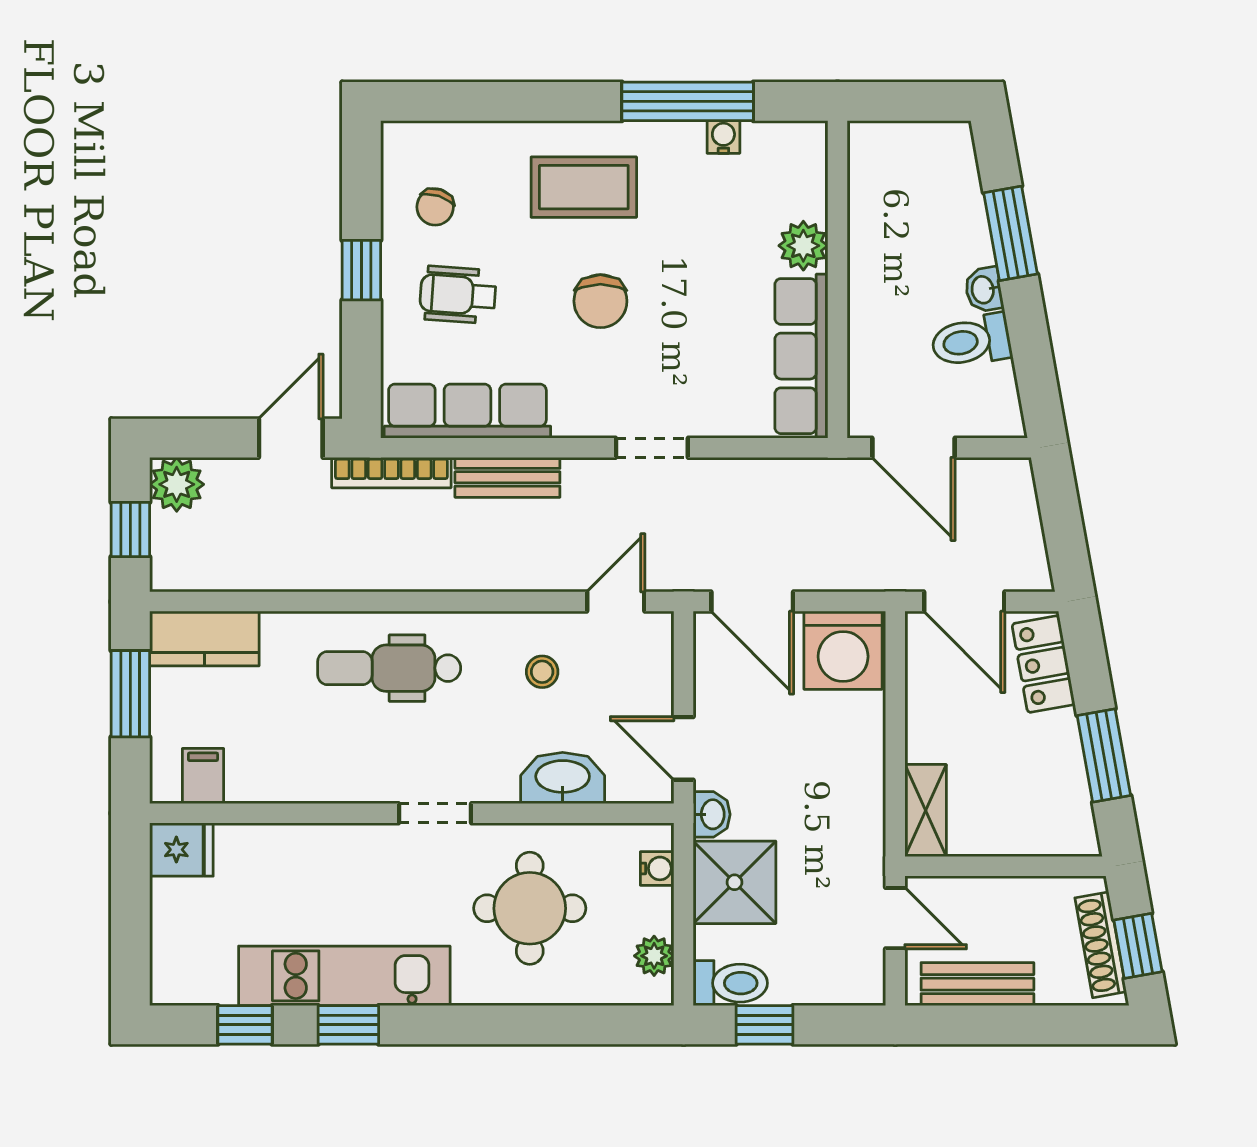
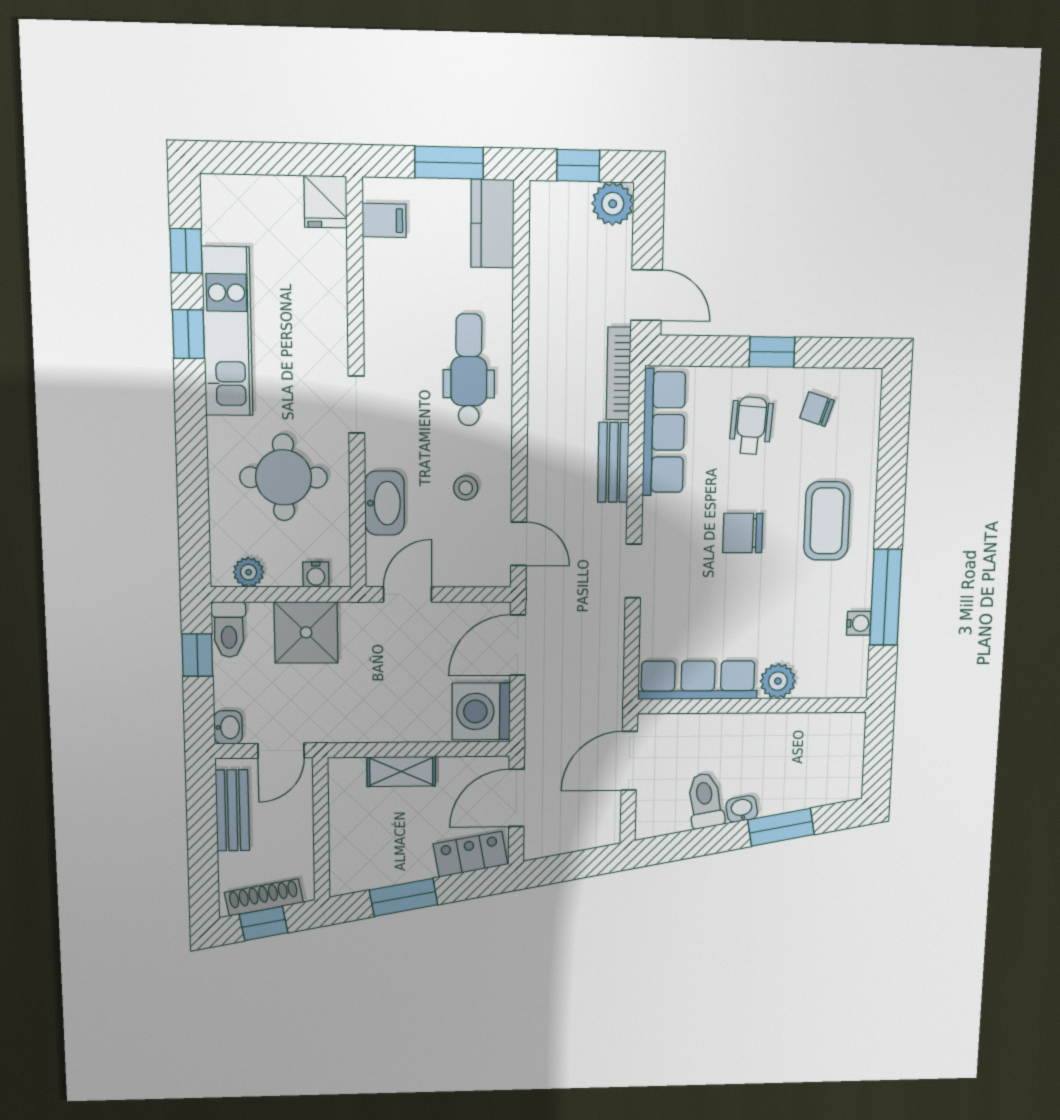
shelving: (926, 810) -> (401, 771), moved
washbasin: (712, 814) -> (228, 727), moved, turned -90

